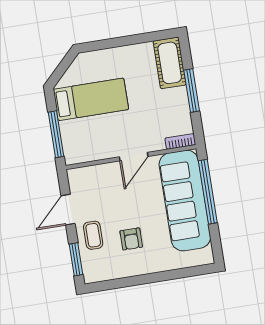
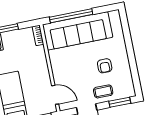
door: (134, 157) -> (55, 95), moved
armchair: (131, 239) -> (105, 66), turned 90

